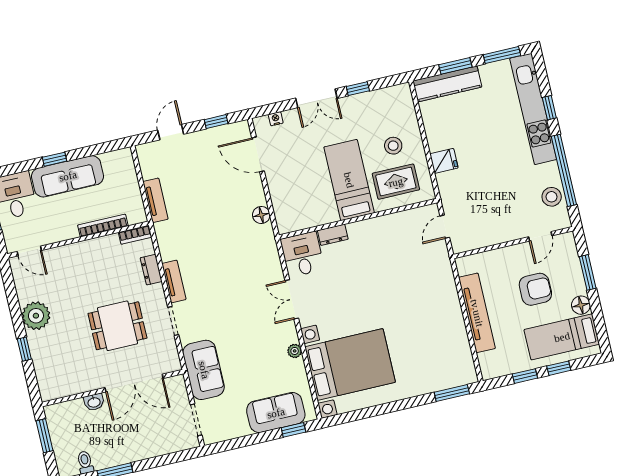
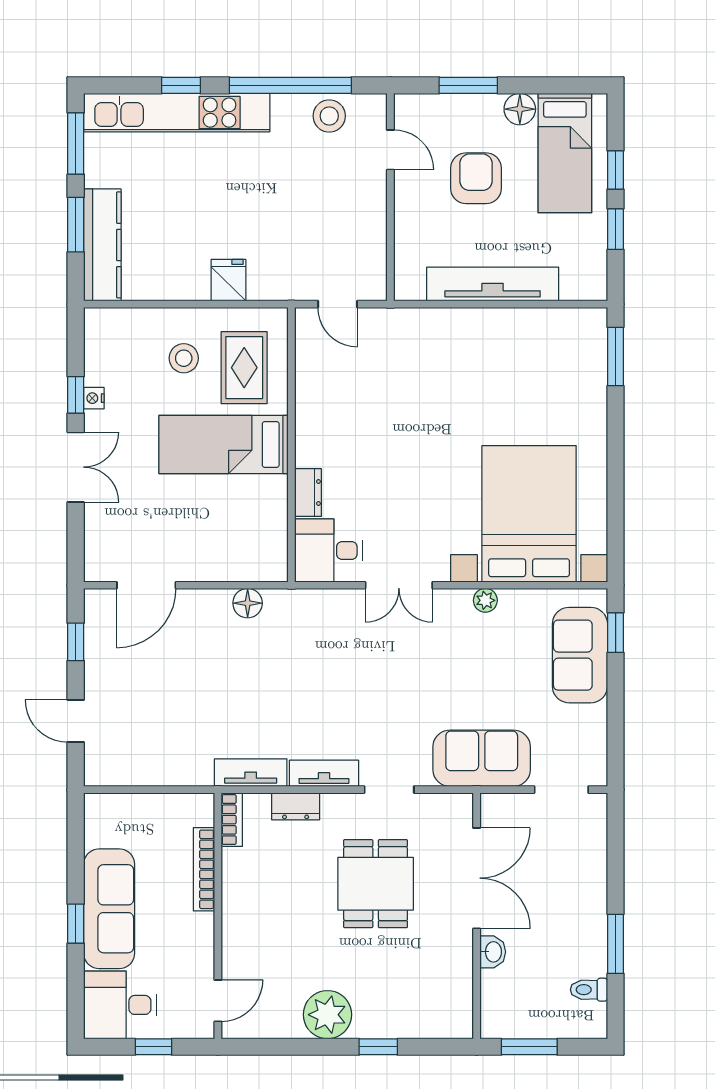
nightstand: (276, 119) -> (94, 398), moved
tv unit: (155, 200) -> (251, 773), moved

